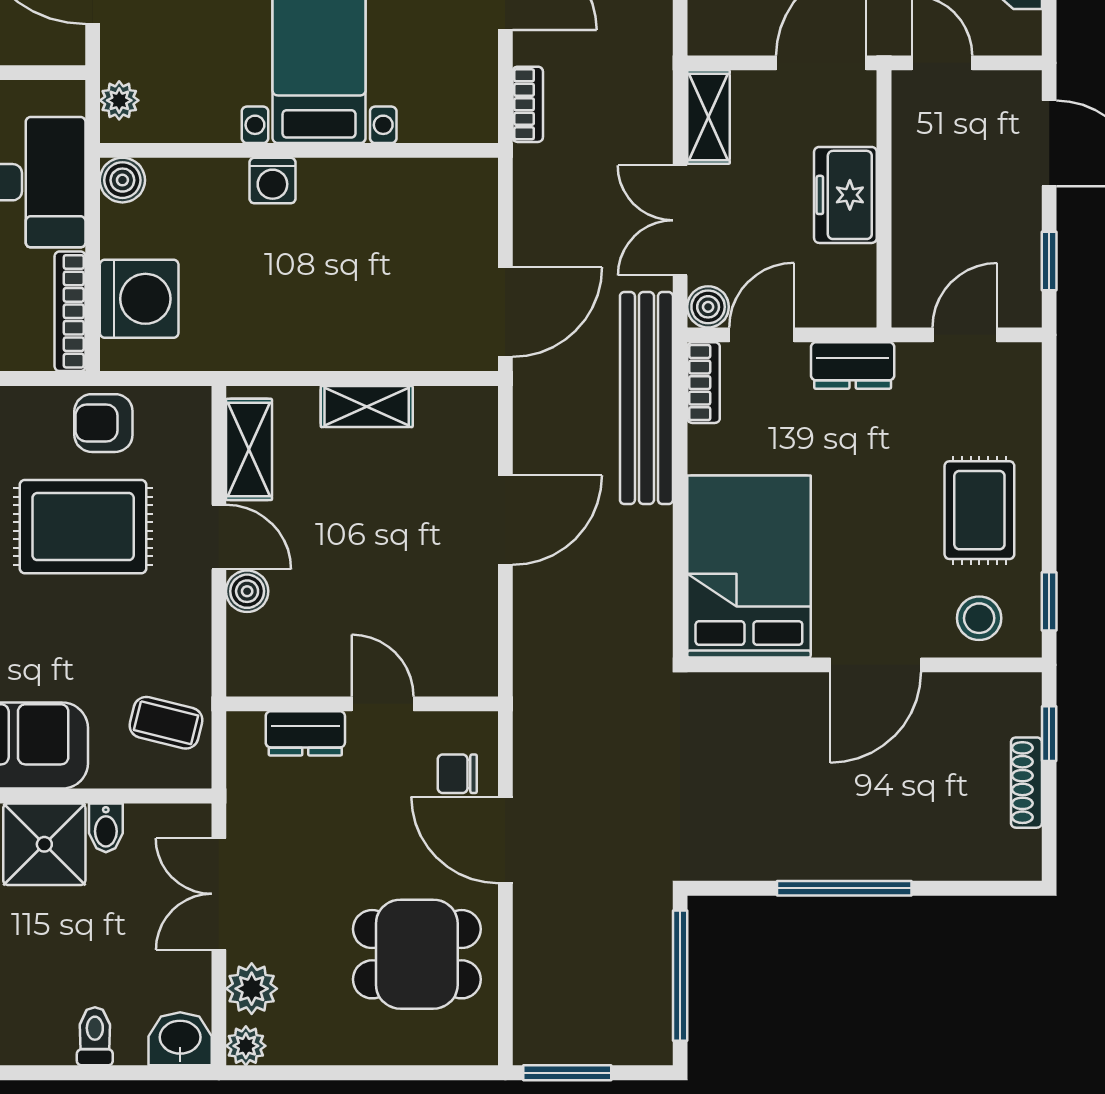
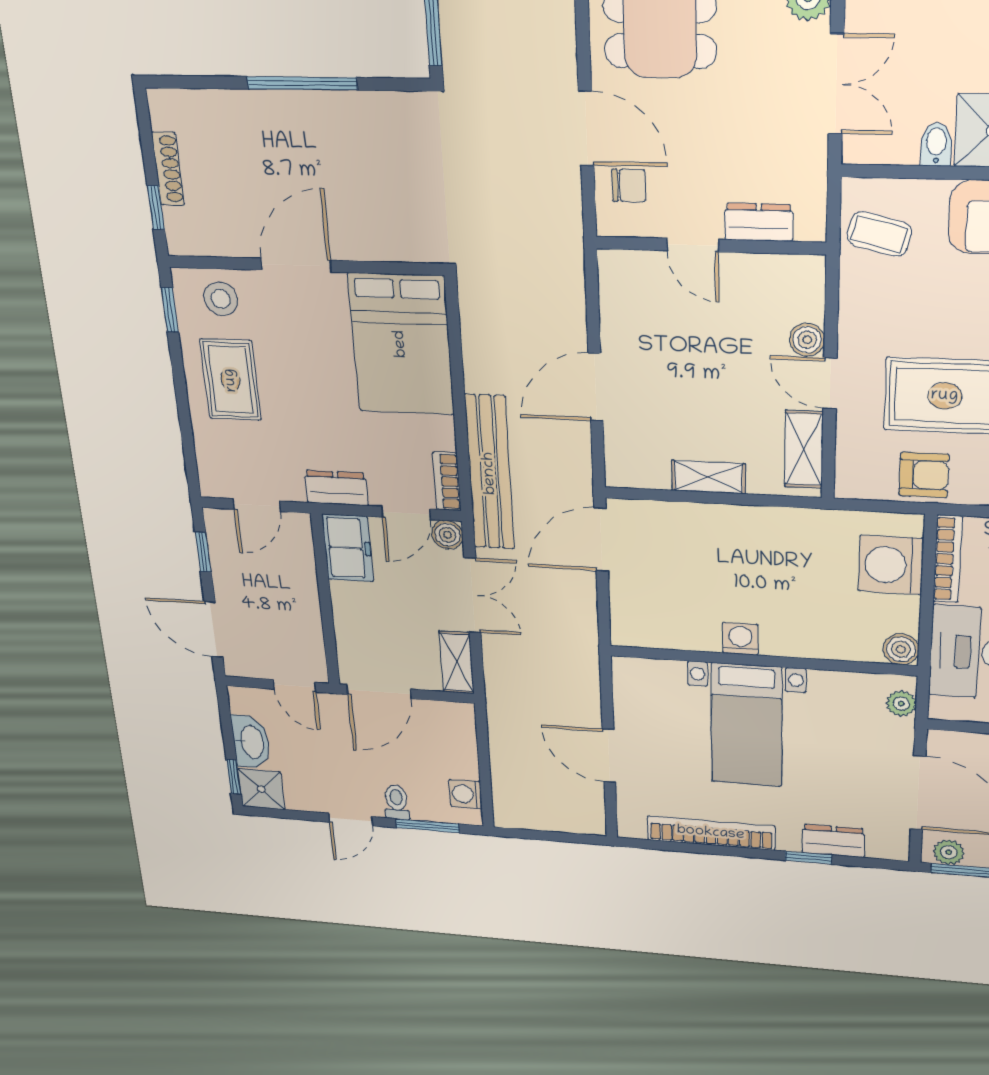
bookcase: (528, 104) -> (590, 680), removed
washing machine: (272, 181) -> (740, 639), moved
freezer: (845, 195) -> (348, 548), moved

